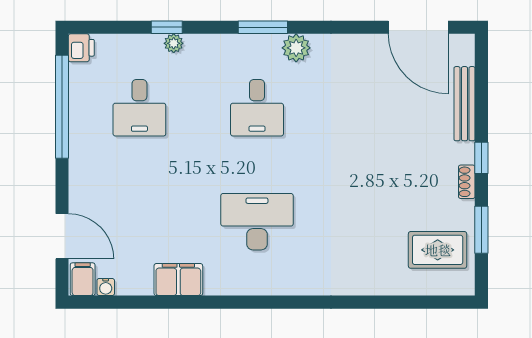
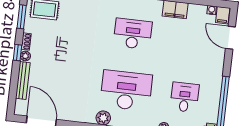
desk: (257, 108) -> (126, 90), width x1.87, depth x1.30
plant: (465, 153) -> (25, 56), added
desk: (257, 222) -> (133, 34), turned 180

